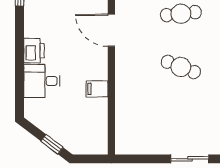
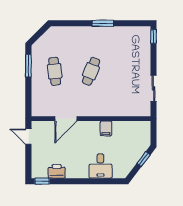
printer: (34, 51) -> (57, 171), moved
sliding door: (190, 159) -> (154, 88), moved

